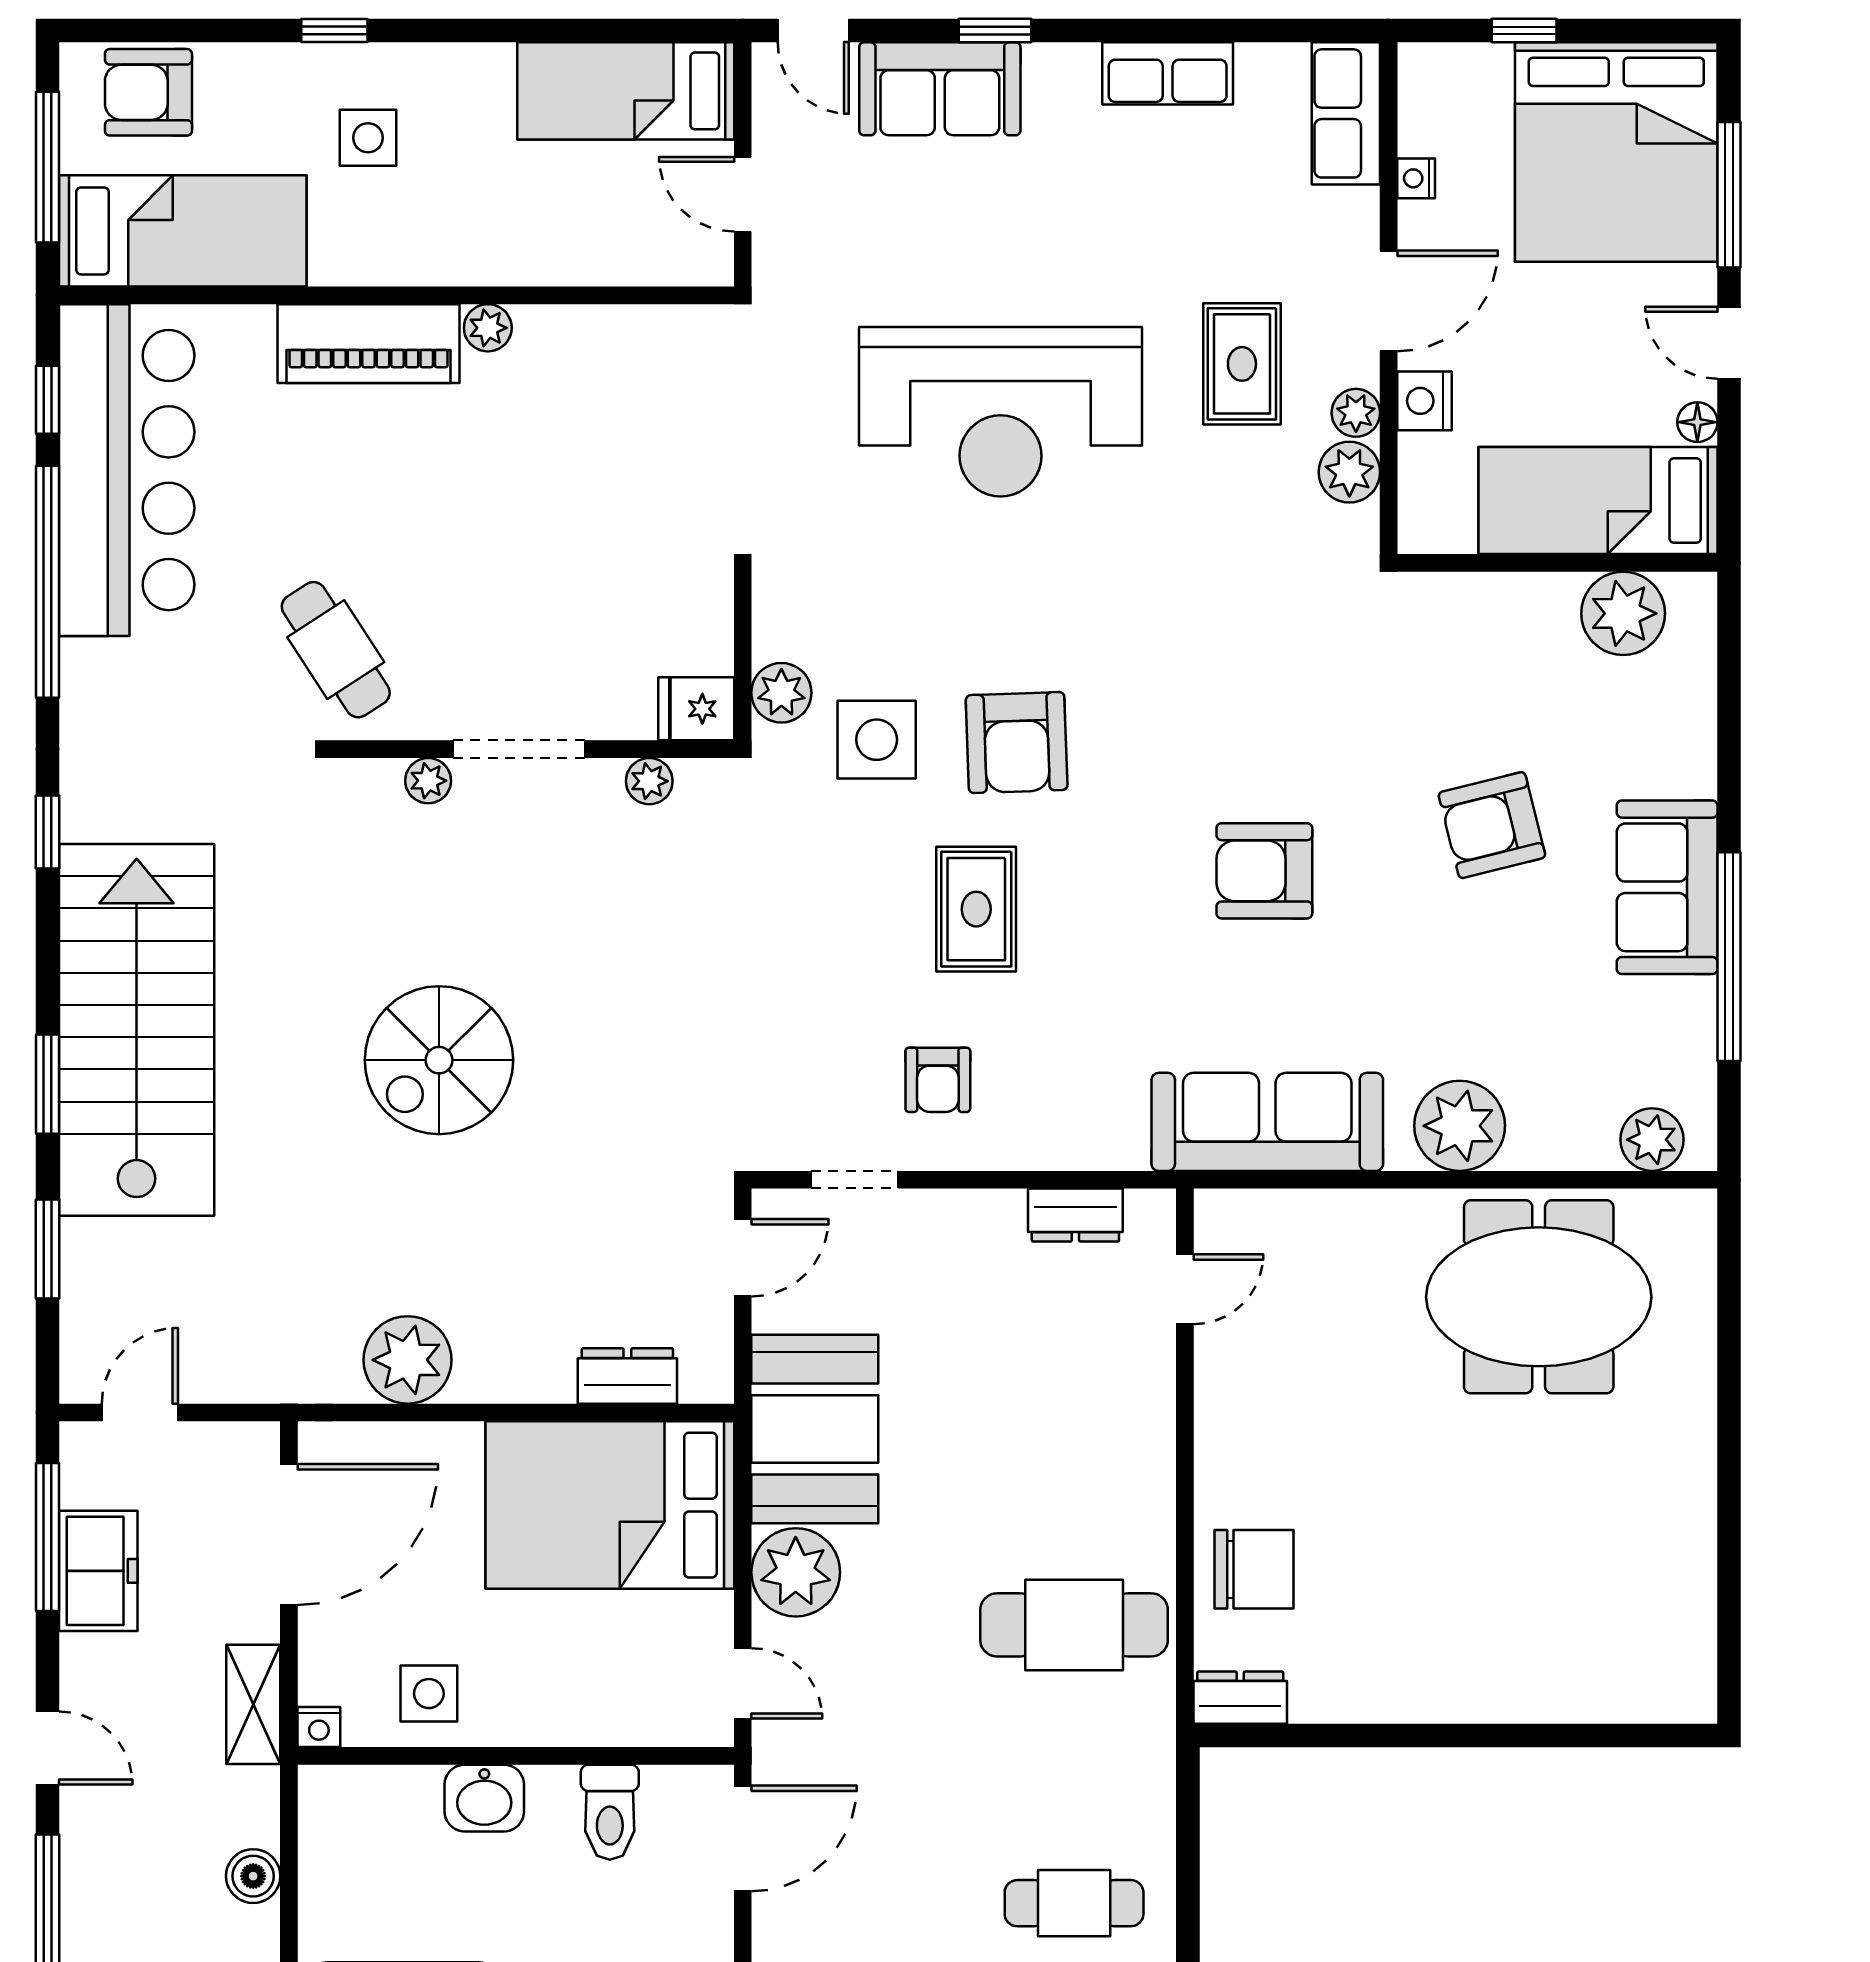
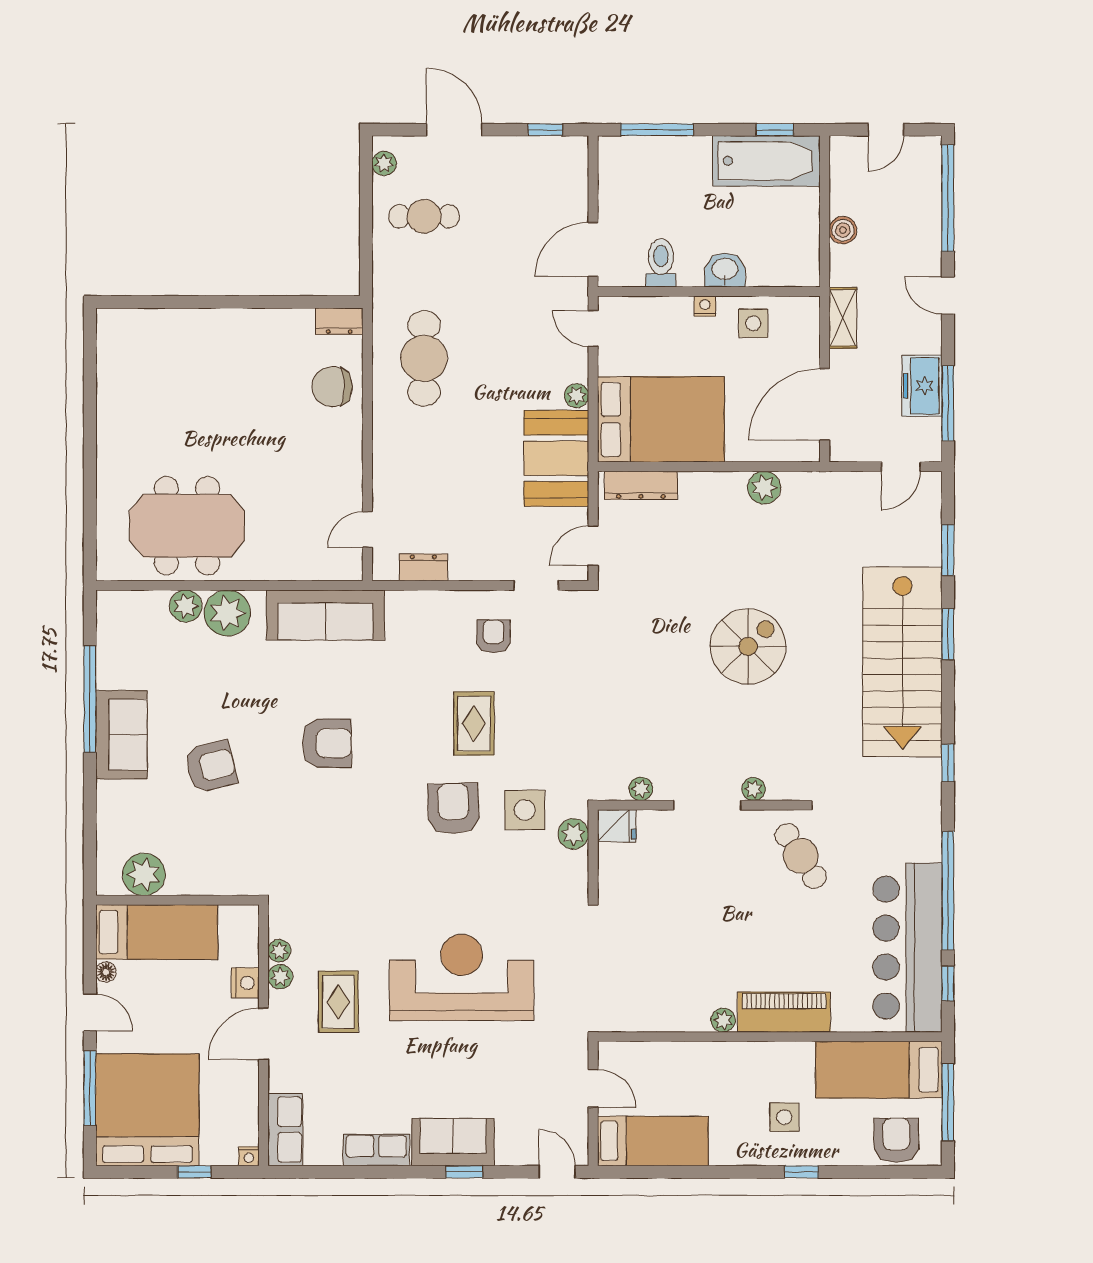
sofa: (940, 89) -> (453, 1142), moved
armchair: (148, 92) -> (896, 1140), turned -90
nightstand: (1416, 178) -> (249, 1156), moved, turned 90
plant: (1349, 472) -> (279, 951), width x0.73, depth x0.73
plant: (1652, 1140) -> (186, 606), moved
plant: (408, 1360) -> (764, 488), width x0.73, depth x0.73
dresser: (627, 1376) -> (641, 485), width x1.44
plant: (796, 1572) -> (577, 396), width x0.53, depth x0.53
cafe table: (1074, 1625) -> (424, 358), turned 90
nightstand: (319, 1727) -> (705, 306), moved

